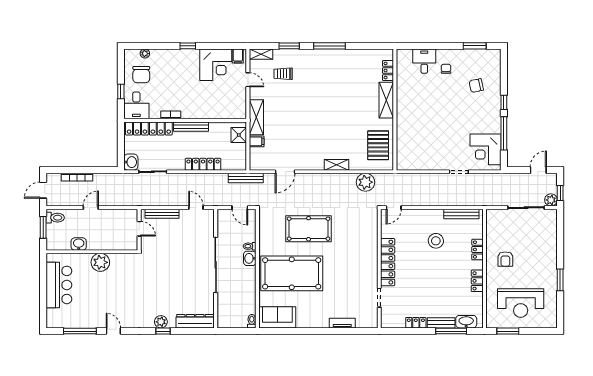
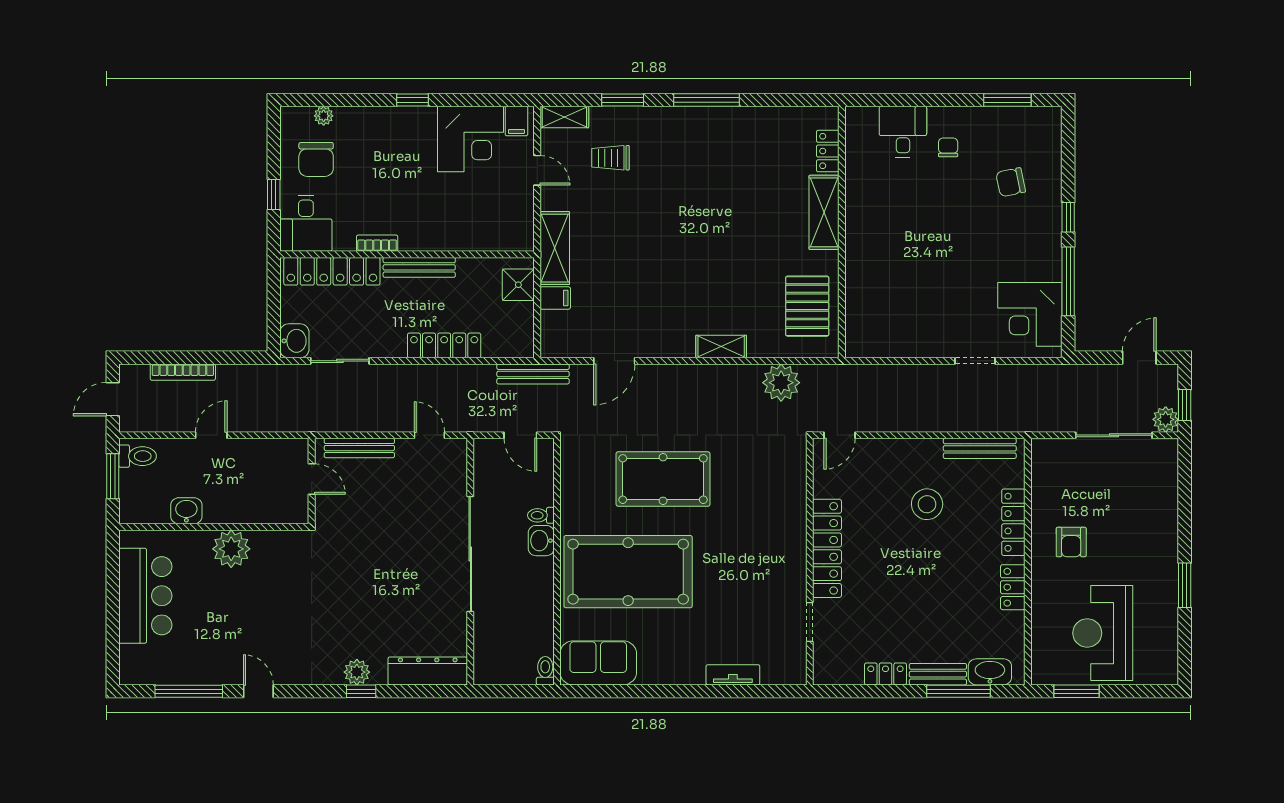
locker: (477, 250) -> (1013, 522), width x1.53
reception desk: (521, 303) -> (1103, 633), turned 90

